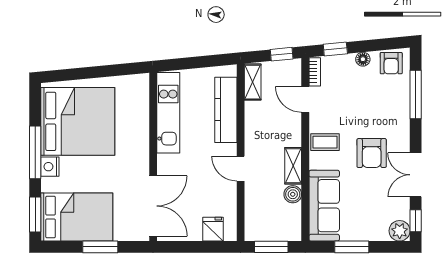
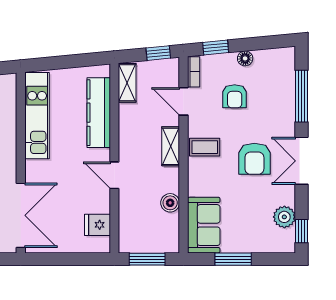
armchair: (391, 63) -> (235, 96), moved
shelving: (293, 166) -> (171, 146), moved
double door: (416, 175) -> (301, 161), moved
sofa: (324, 206) -> (204, 225), width x0.73
fridge: (213, 229) -> (97, 225), moved, turned -90
plant: (400, 231) -> (284, 217), moved

